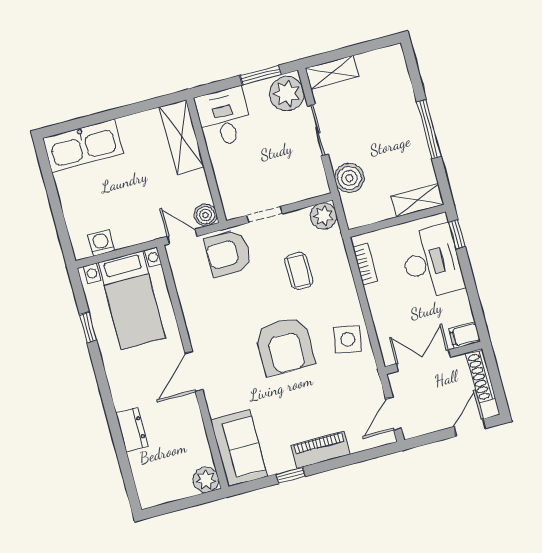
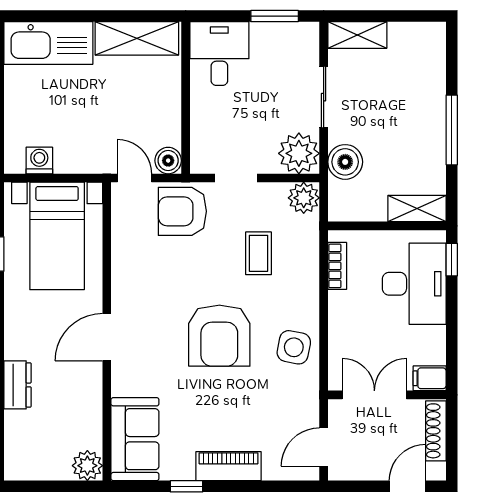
plant: (287, 94) -> (299, 153), moved
shelving: (182, 137) -> (137, 38), moved, turned 90

